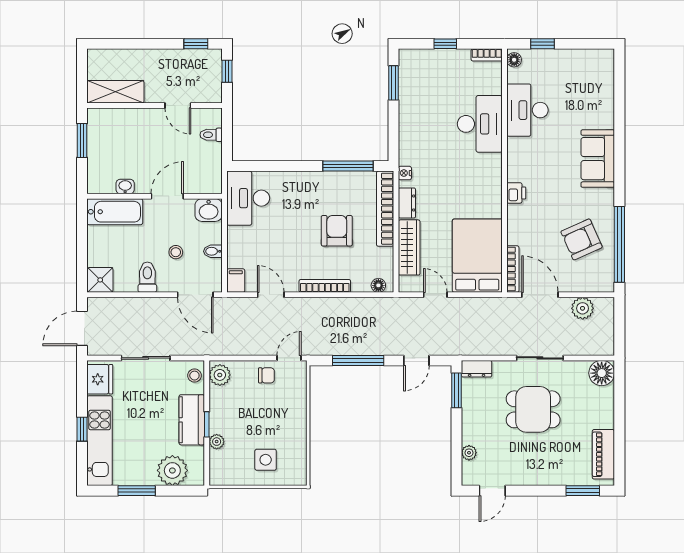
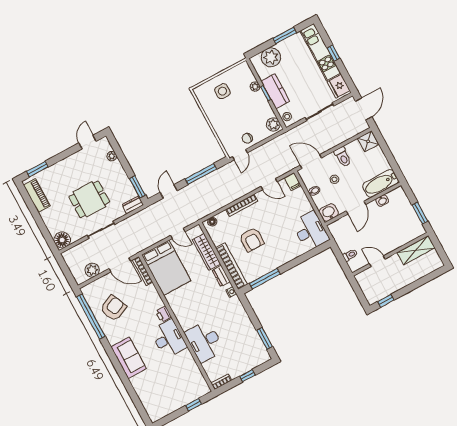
floor lamp: (514, 60) -> (205, 387), removed
window: (227, 71) -> (360, 295), removed
desk: (527, 110) -> (169, 339), moved

